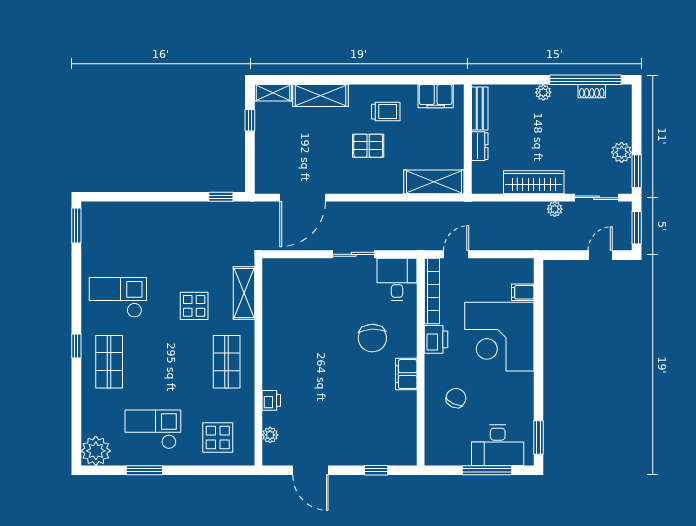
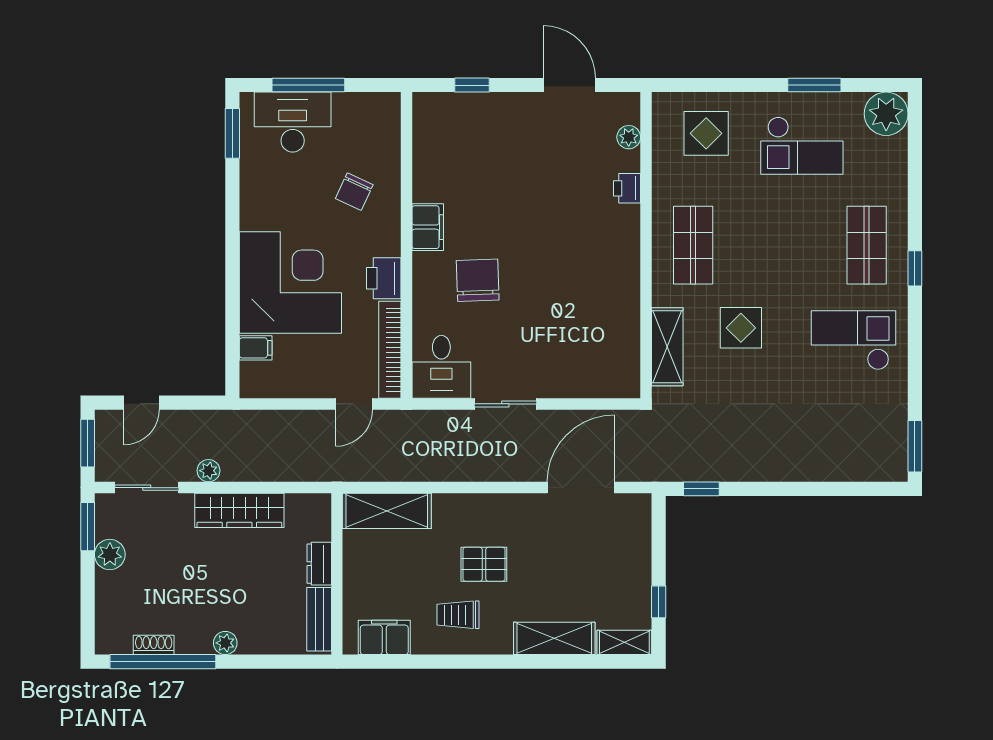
checkout: (118, 297) -> (854, 340), turned 180

